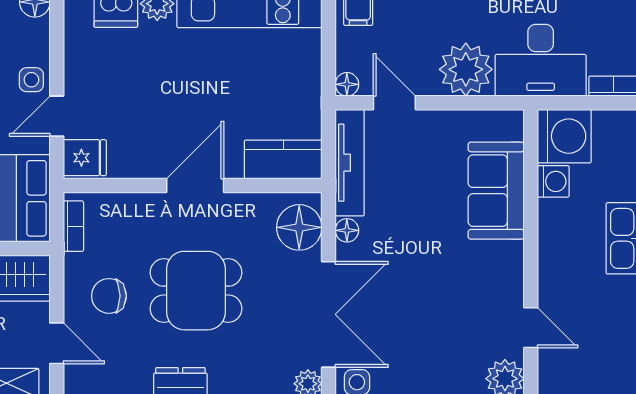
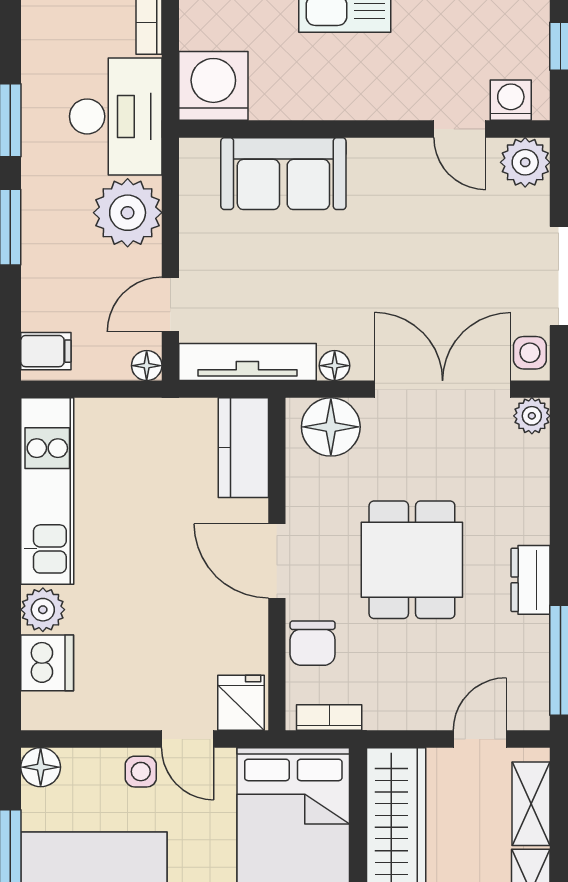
washing machine: (553, 181) -> (511, 100), moved
chair: (109, 296) -> (313, 643), moved
door: (531, 328) -> (460, 129), swing flipped

